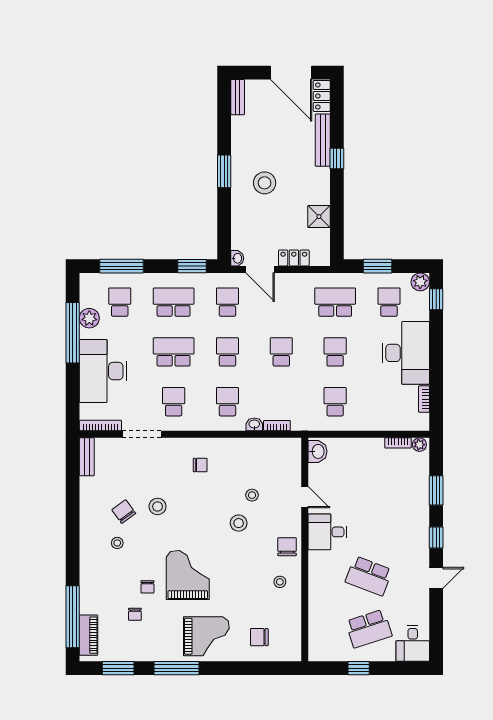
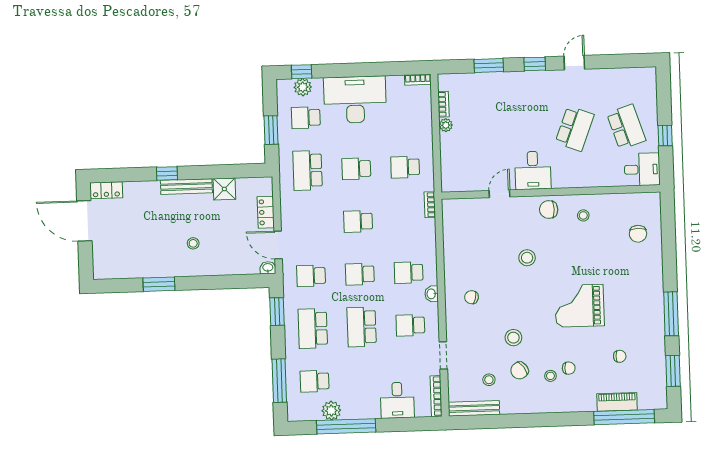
door: (291, 73) -> (84, 221), swing flipped
bench: (238, 97) -> (110, 273), removed
bench: (323, 140) -> (186, 187), moved
window: (224, 171) -> (159, 284), moved
stool: (265, 183) -> (193, 243), width x0.53, depth x0.53
door: (260, 269) -> (278, 245), swing flipped
plant: (420, 282) -> (303, 87), moved
desk: (103, 371) -> (397, 400), width x0.53, depth x0.77
bookcase: (424, 399) -> (418, 80), moved
washbasin: (254, 424) -> (432, 294), moved
bookcase: (277, 426) -> (430, 205), moved
doorway: (142, 434) -> (443, 355), width x0.73
plant: (419, 445) -> (446, 125), moved
washbasin: (318, 451) -> (454, 183), removed
bench: (87, 457) -> (474, 408), width x1.36
chair: (200, 465) -> (472, 297), turned -77
stool: (252, 495) -> (489, 380), moved
door: (436, 578) -> (574, 63), hinge flipped
chair: (147, 587) -> (569, 368), moved
piano: (89, 635) -> (617, 402), moved
grand piano: (206, 636) -> (639, 286), removed
desk: (413, 643) -> (642, 169), moved

